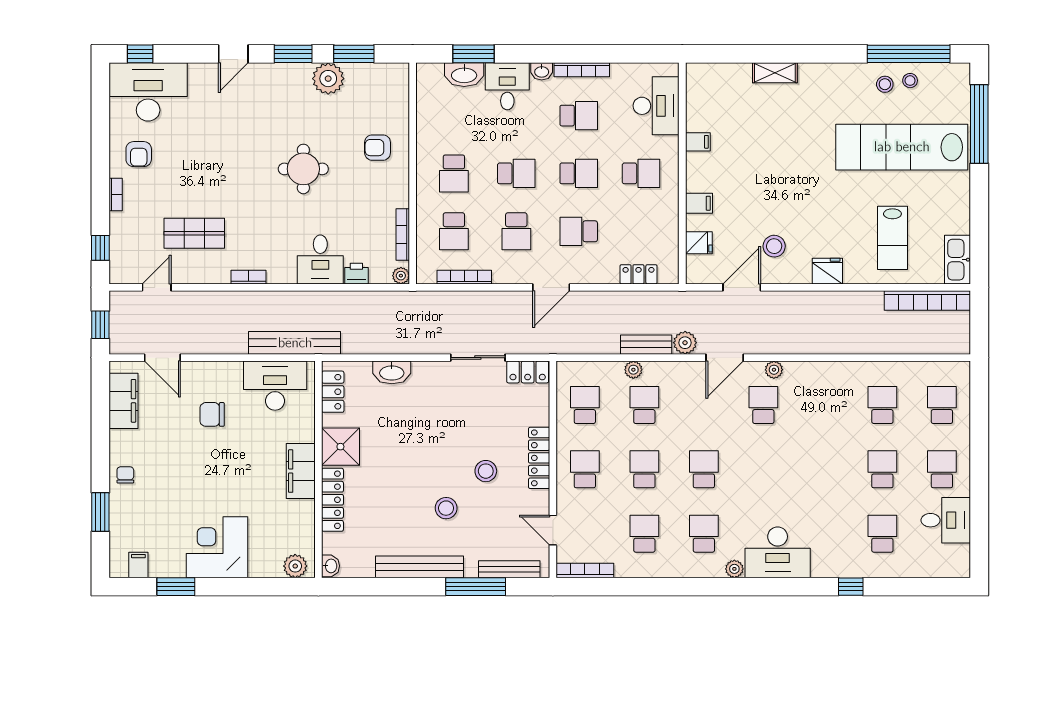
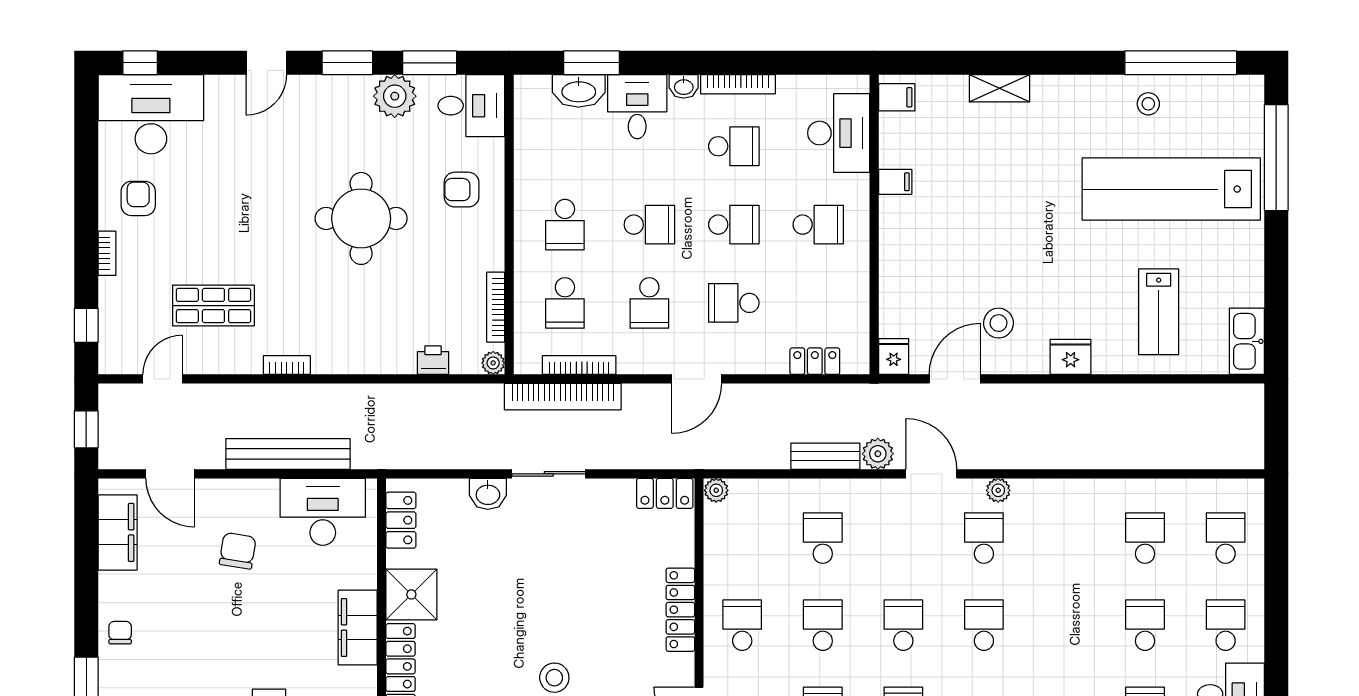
stool: (910, 81) -> (1182, 99), removed
armchair: (139, 154) -> (138, 198), turned 180
round table: (303, 169) -> (361, 218), width x1.36, depth x1.36
filing cabinet: (699, 203) -> (897, 97), moved
fridge: (699, 243) -> (894, 356), moved, turned -90
desk: (320, 259) -> (471, 106), moved, turned -90
bookcase: (927, 300) -> (563, 397), moved
bench: (295, 343) -> (288, 454), moved
sliding door: (478, 358) -> (549, 474), moved
door: (725, 358) -> (931, 474), swing flipped
plant: (633, 370) -> (716, 490), moved
washbasin: (392, 372) -> (488, 494), width x0.72
school desk: (585, 405) -> (984, 625), moved
chair: (212, 414) -> (238, 551), turned 99
stool: (486, 471) -> (608, 628), removed

